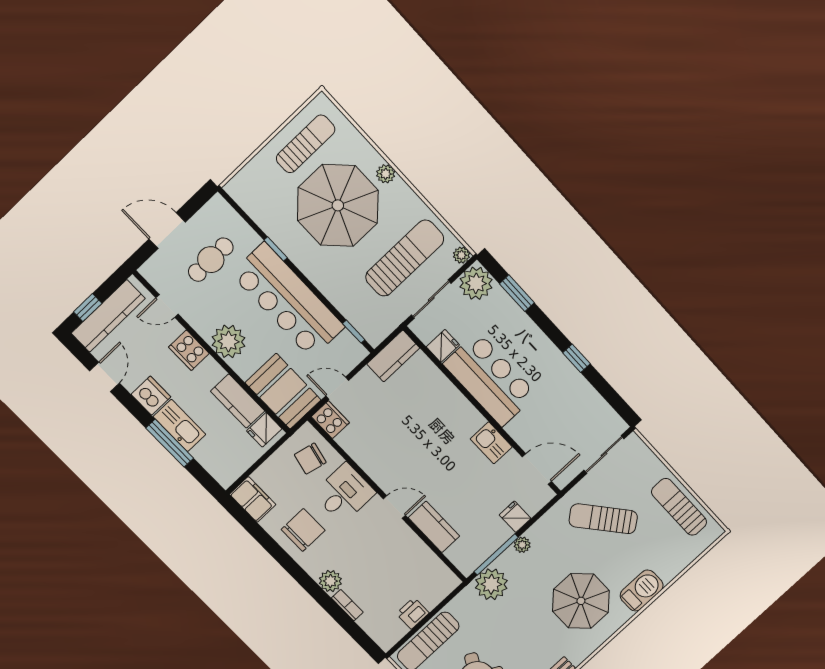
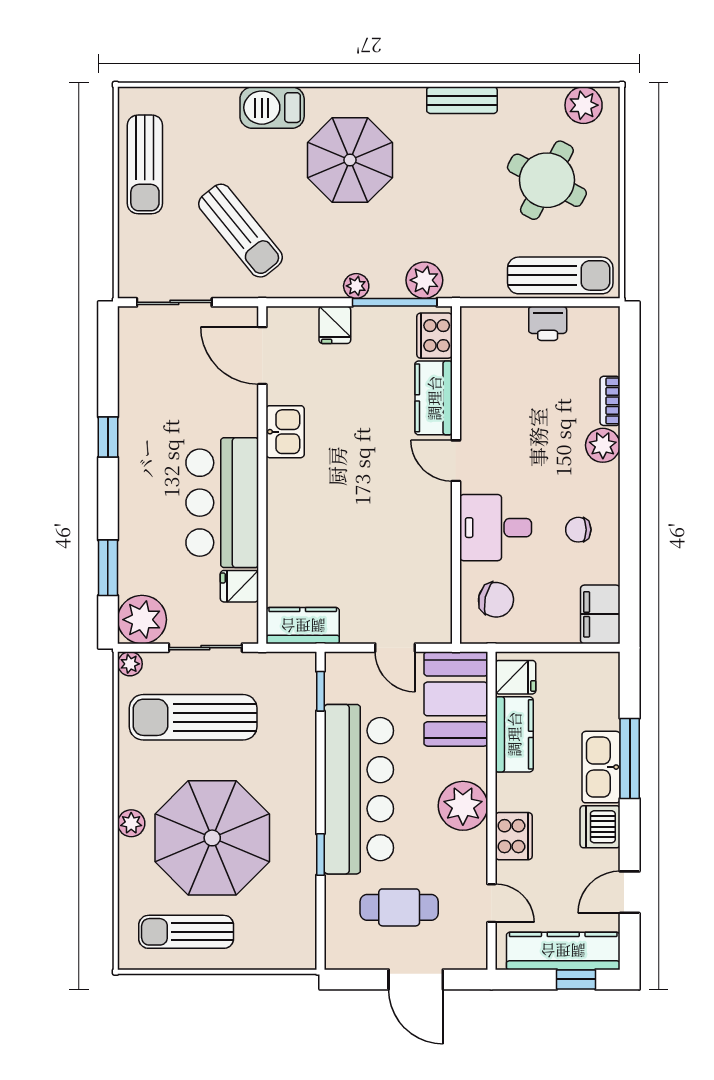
cooker: (330, 420) -> (435, 336), moved
chair: (303, 530) -> (578, 530), width x0.54, depth x0.54
plant: (491, 584) -> (424, 280), width x0.73, depth x0.73

